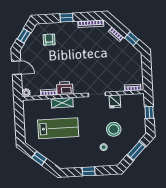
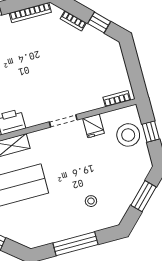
stool: (114, 129) -> (128, 135), moved
window: (89, 171) -> (75, 244), width x2.17

